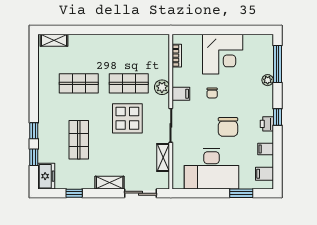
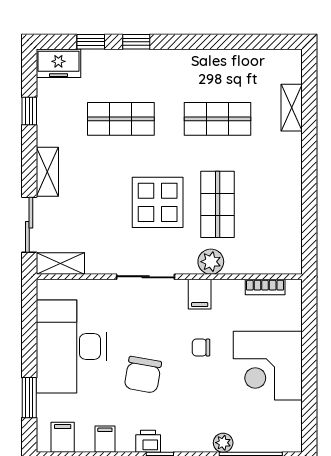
shelving: (54, 40) -> (292, 108), moved
shop shelf: (79, 83) -> (218, 119), turned 90
chair: (228, 127) -> (143, 375), turned -80
shelving: (163, 158) -> (60, 264), moved

